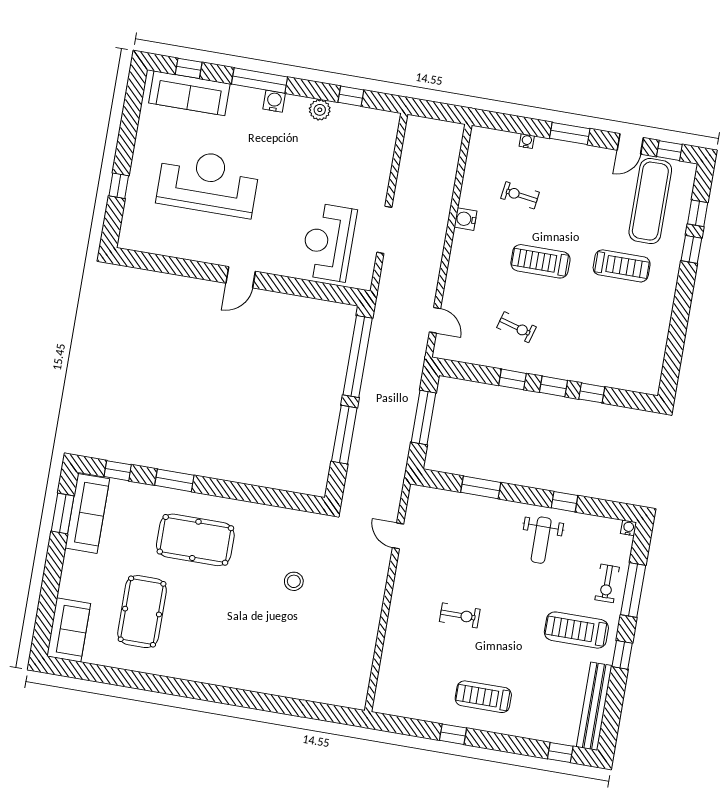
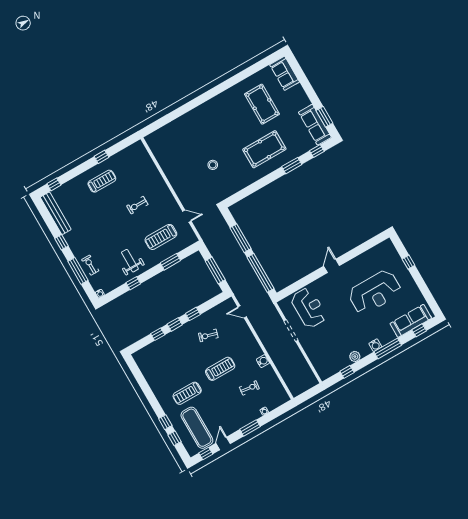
treadmill: (576, 630) -> (161, 237), moved, turned 180

